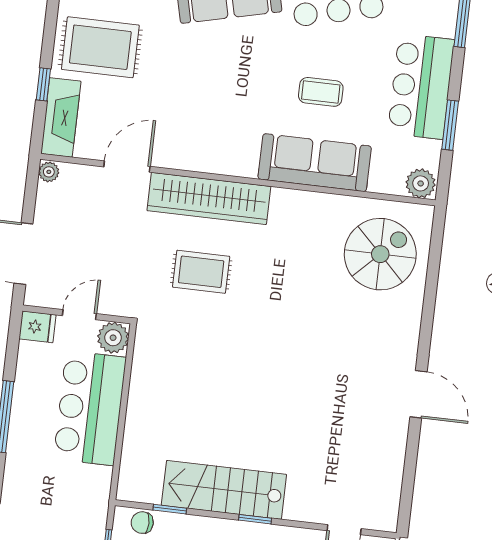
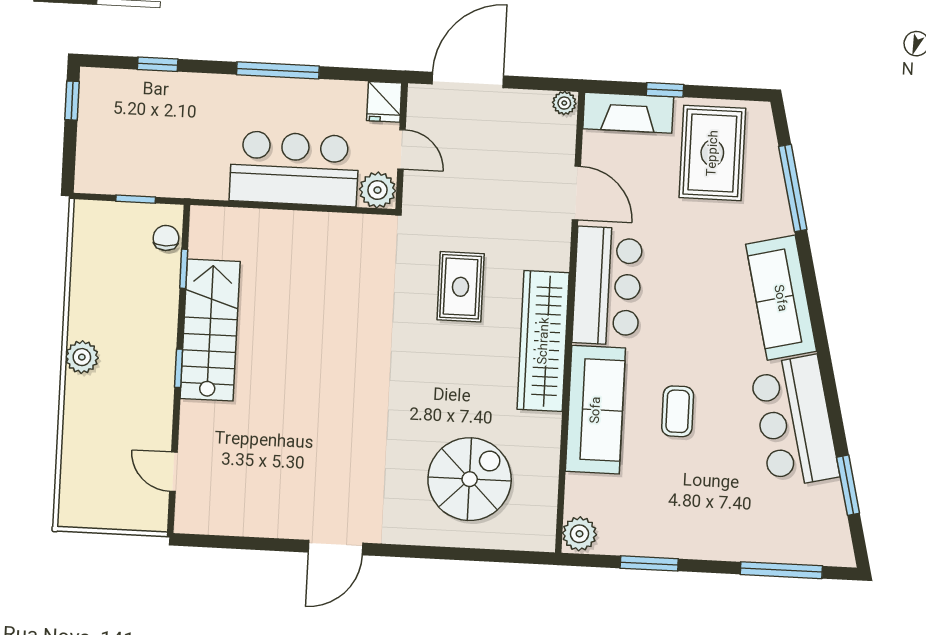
bar counter: (421, 86) -> (607, 286), moved, turned 90
wardrobe: (209, 199) -> (543, 341), moved
spiral stairs: (380, 254) -> (470, 479), moved, turned -90

